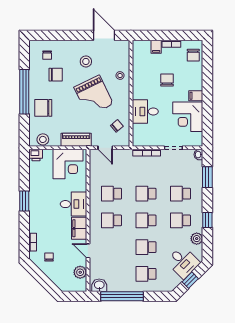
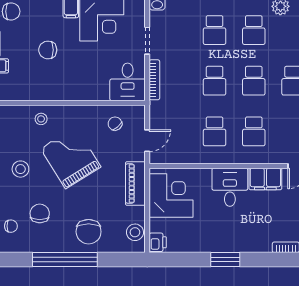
grand piano: (94, 96) -> (71, 158), turned -96
desk: (145, 111) -> (128, 82), moved

